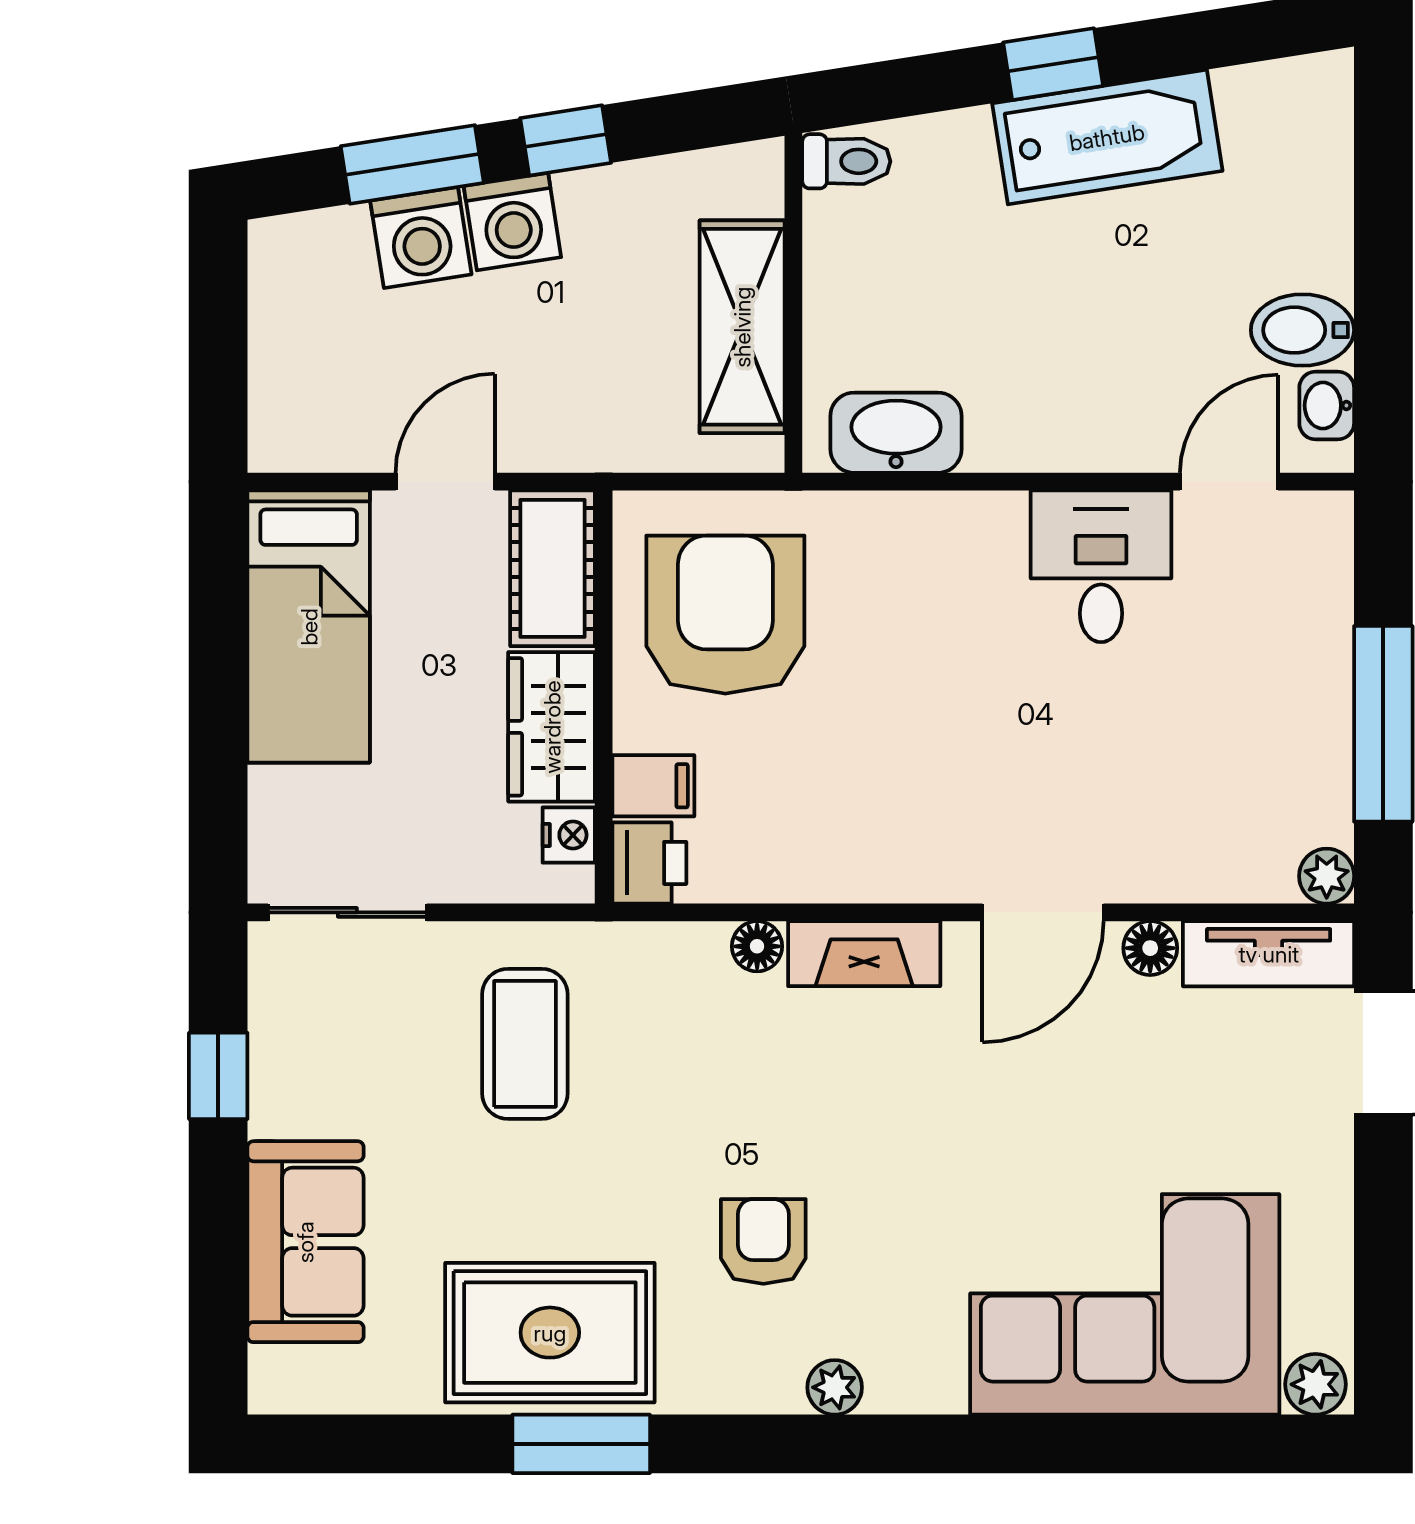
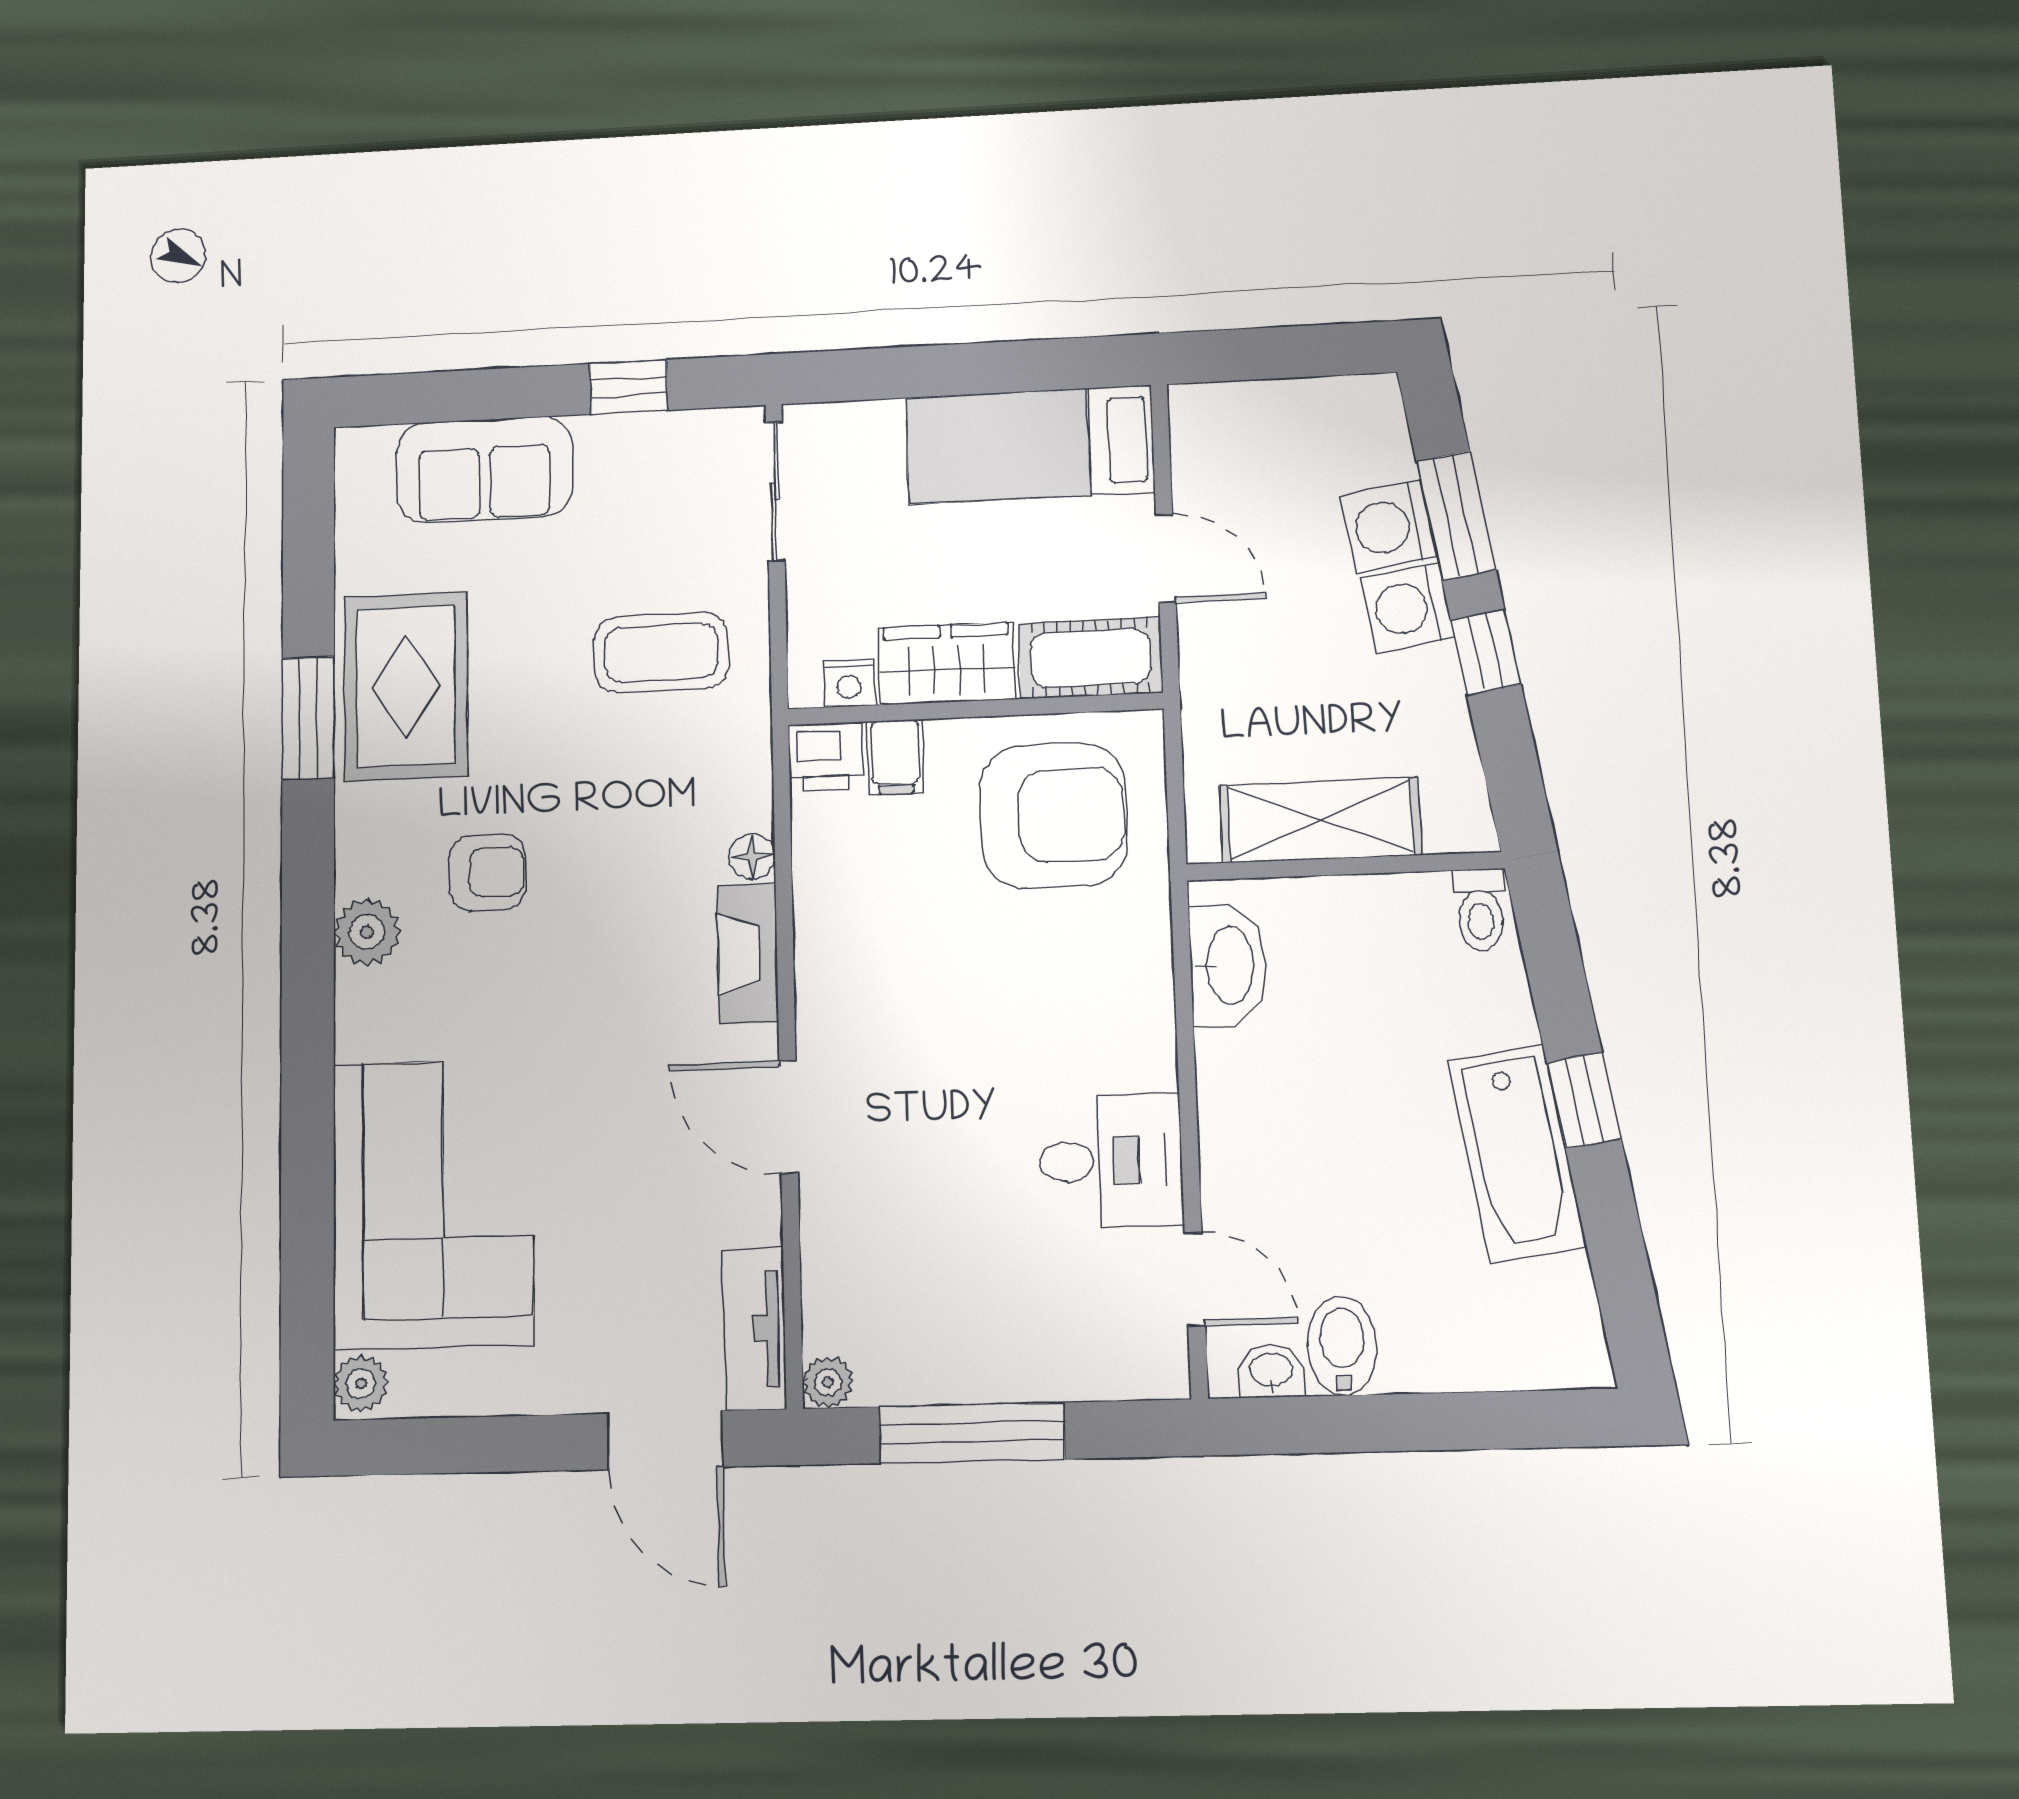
floor lamp: (1150, 948) -> (758, 1218), removed
plant: (835, 1387) -> (367, 932), width x1.38, depth x1.38

